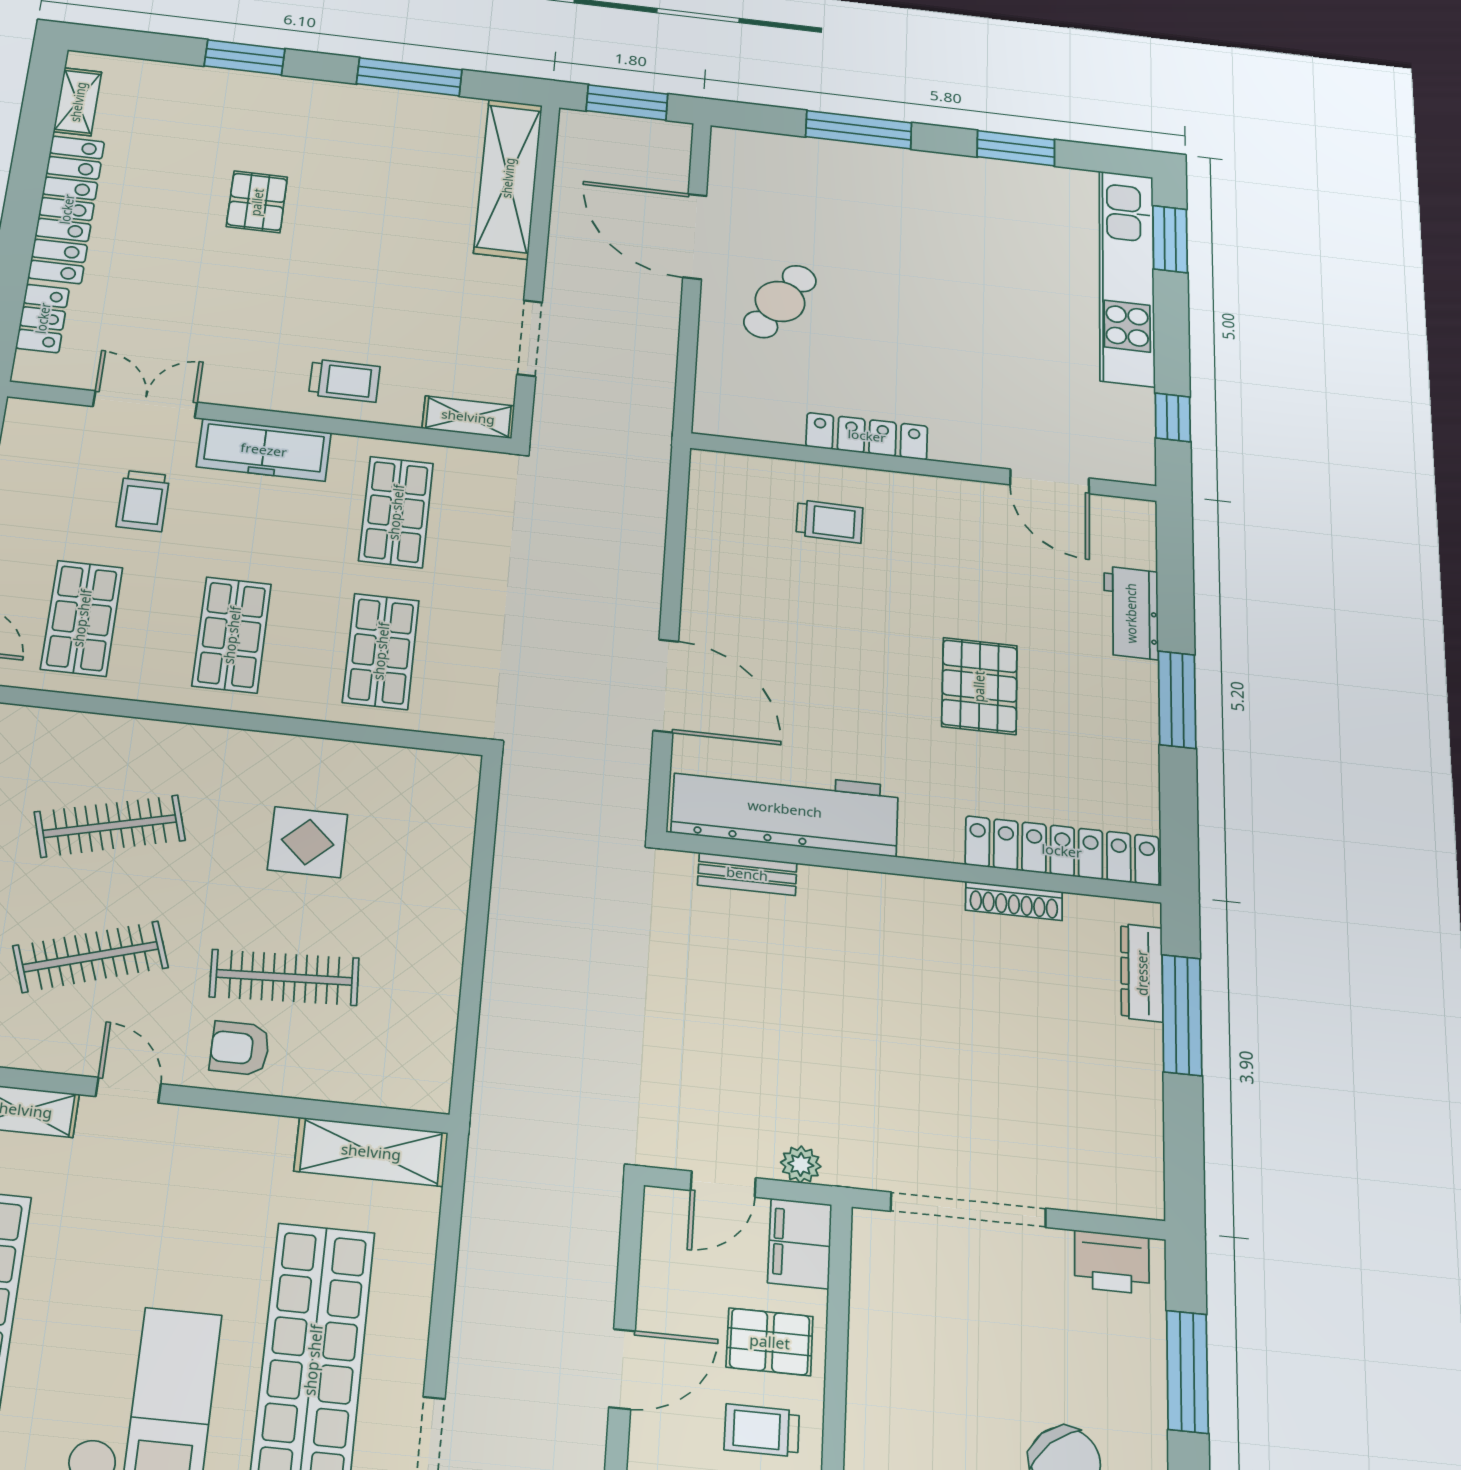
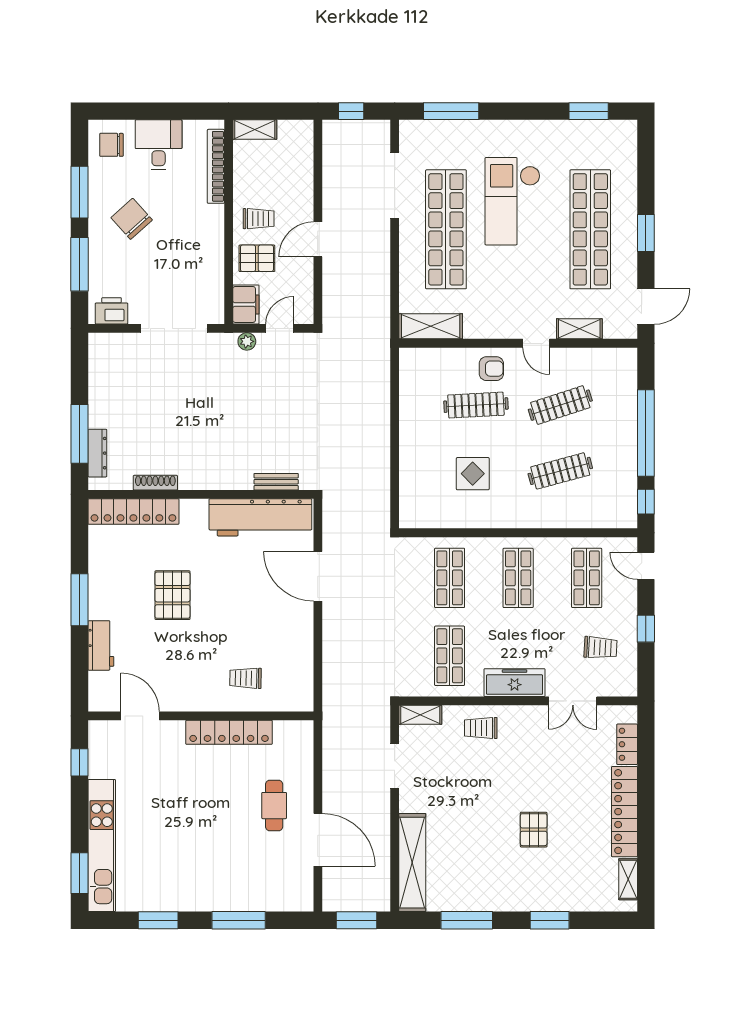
cafe table: (780, 301) -> (274, 806), turned -30
locker: (867, 436) -> (229, 732), width x1.41, depth x1.21
trolley: (143, 501) -> (601, 648), moved, turned 93

